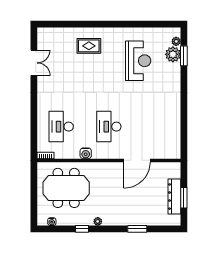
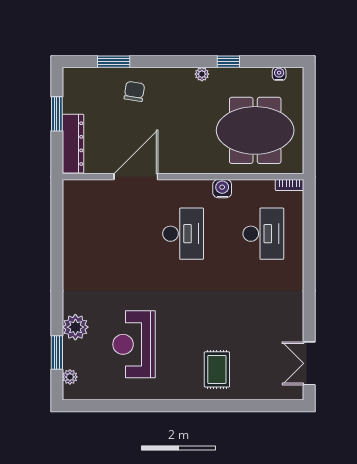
rug: (89, 46) -> (217, 369), turned 90
plant: (173, 54) -> (75, 327), moved
double door: (34, 63) -> (309, 363), moved
dresser: (174, 197) -> (73, 144), moved
chair: (138, 211) -> (134, 91), added
window: (137, 229) -> (114, 62), moved

